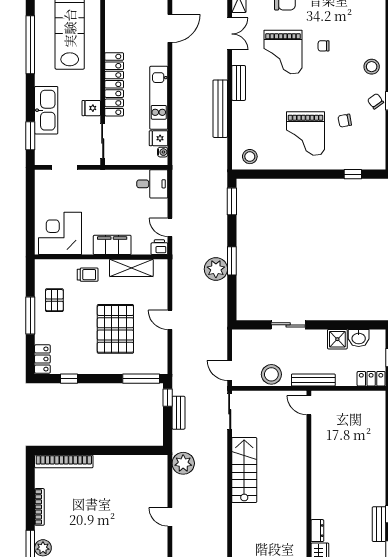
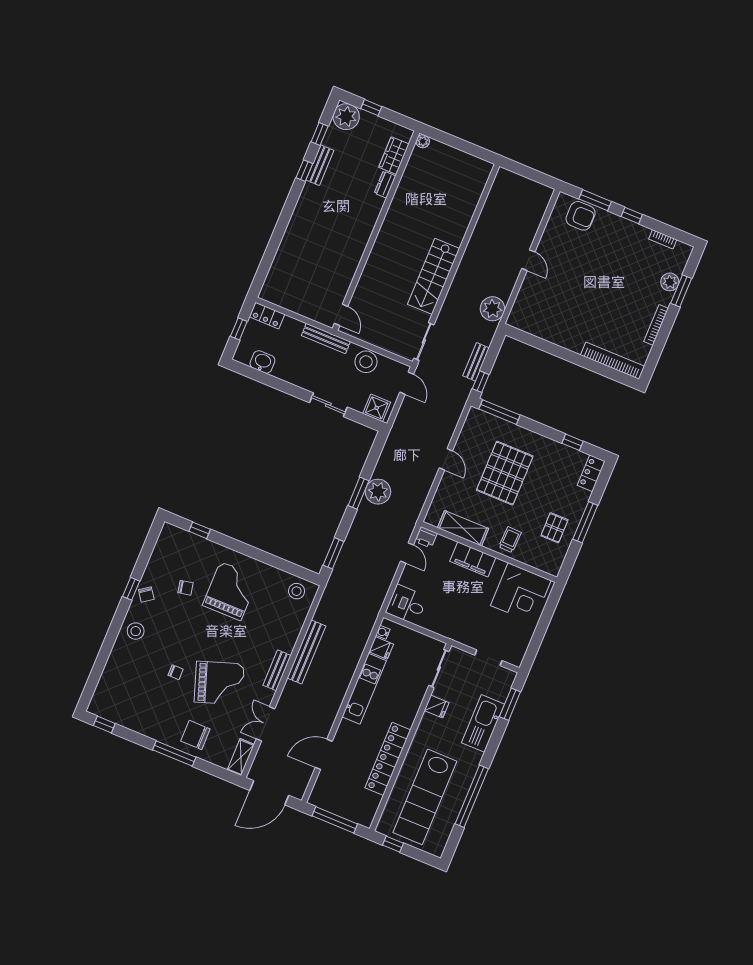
grand piano: (283, 52) -> (219, 683), turned 71
locker: (114, 84) -> (388, 759), moved
trolley: (88, 275) -> (510, 540), turned 92
shower: (337, 339) -> (377, 408), moved

